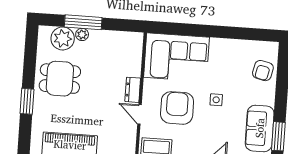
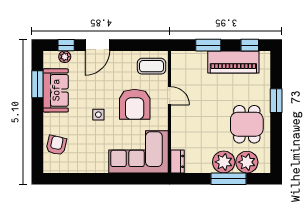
plant: (82, 34) -> (224, 162), width x1.88, depth x1.88
dining table: (60, 79) -> (247, 124), turned 90
dresser: (133, 90) -> (178, 161), moved

